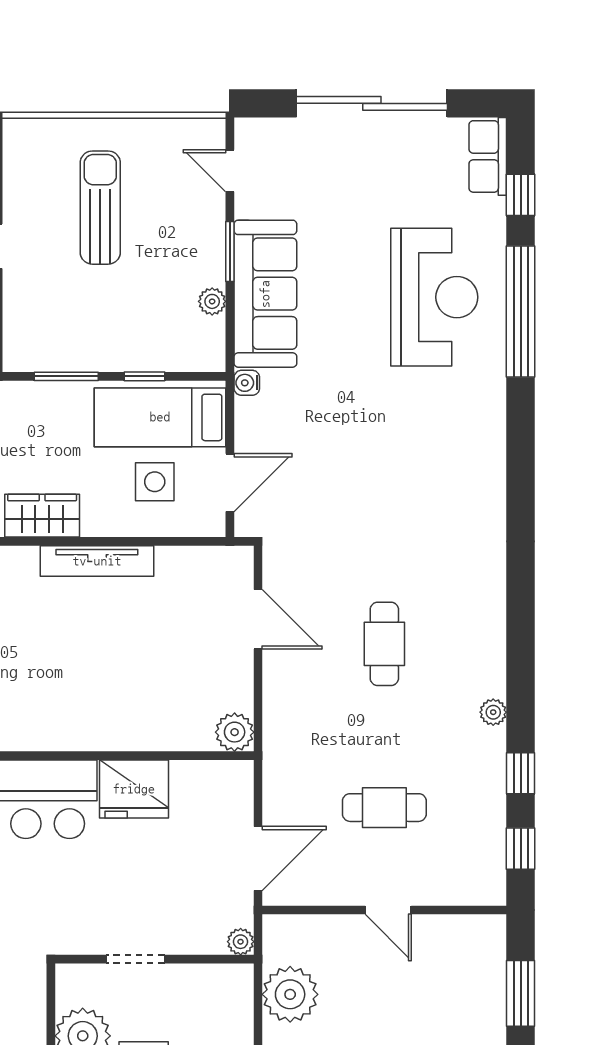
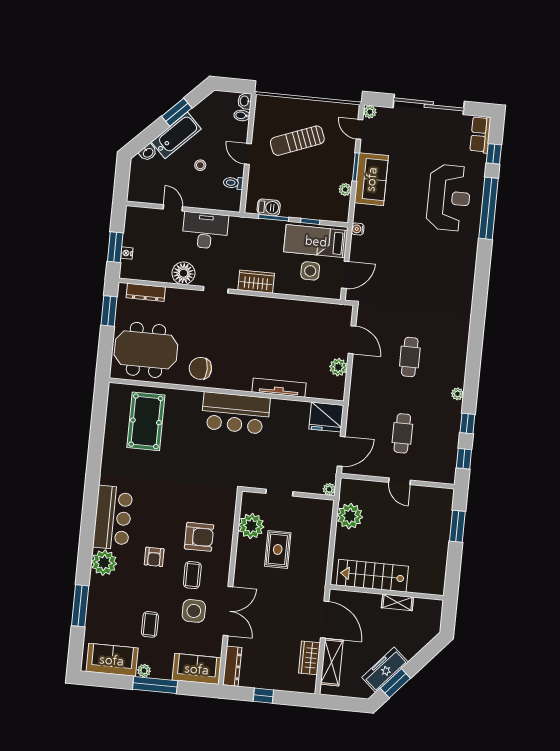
plant: (248, 131) -> (370, 112), added
sun lounger: (100, 208) -> (297, 141), turned -111
sofa: (265, 294) -> (371, 179), width x0.73
barbecue: (53, 355) -> (269, 207), added
tv unit: (97, 561) -> (279, 388), moved, turned 180
plant: (235, 732) -> (338, 367), moved
fridge: (134, 789) -> (326, 417), moved
cafe table: (384, 808) -> (402, 433), turned 90

